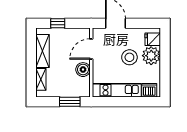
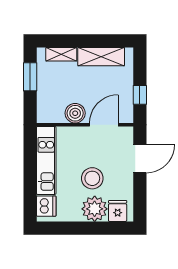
window: (58, 23) -> (140, 95), moved
door: (91, 49) -> (104, 125), hinge flipped
window: (70, 102) -> (30, 77), moved

